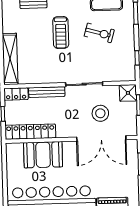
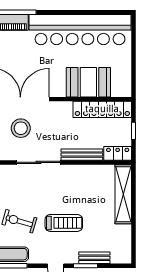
treadmill: (61, 33) -> (64, 223), turned 90

